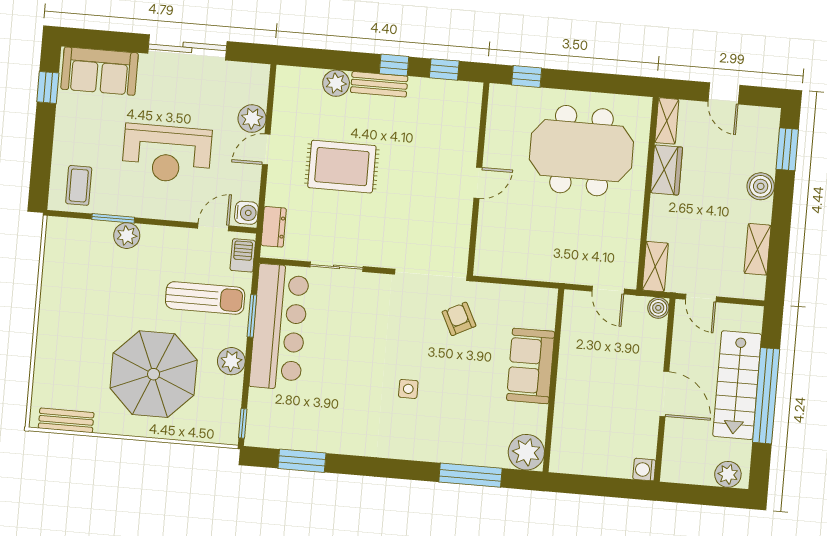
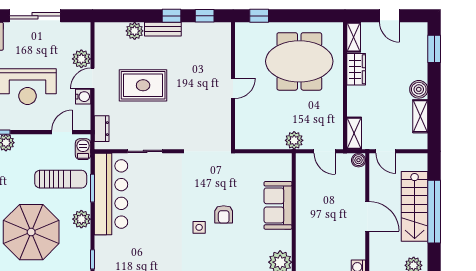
boiler: (761, 186) -> (419, 89), moved
water cooler: (246, 213) -> (83, 97), moved
plant: (563, 270) -> (294, 140), added
armchair: (459, 319) -> (224, 214), moved, turned -153

